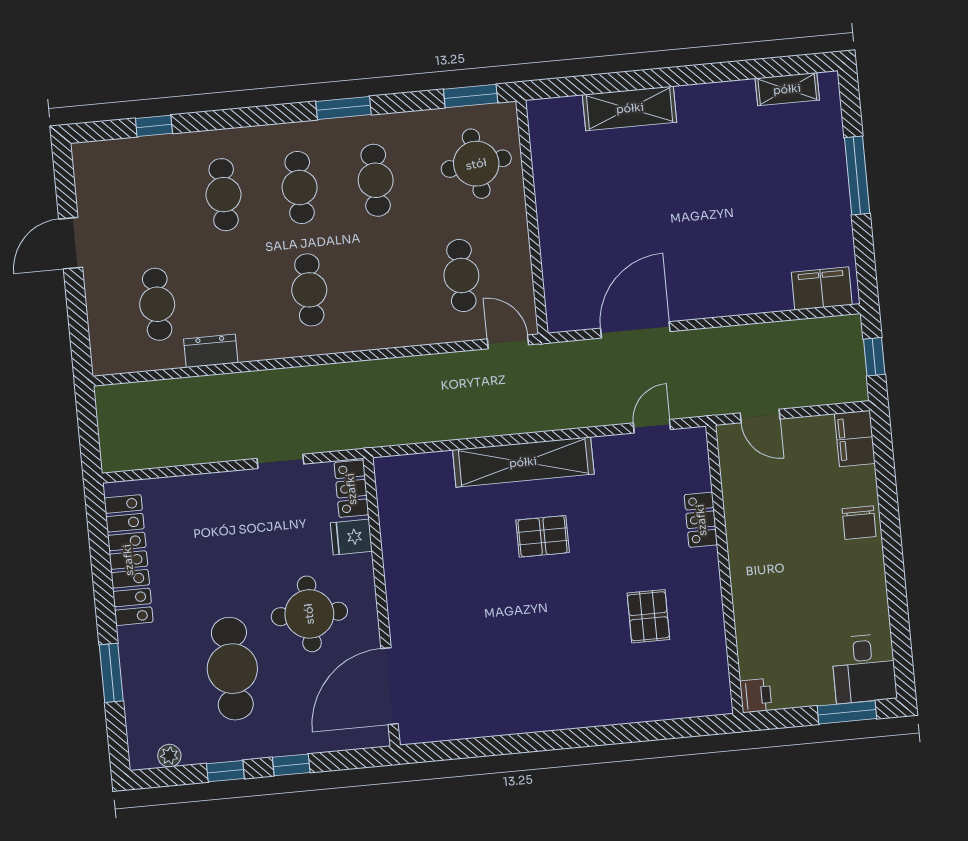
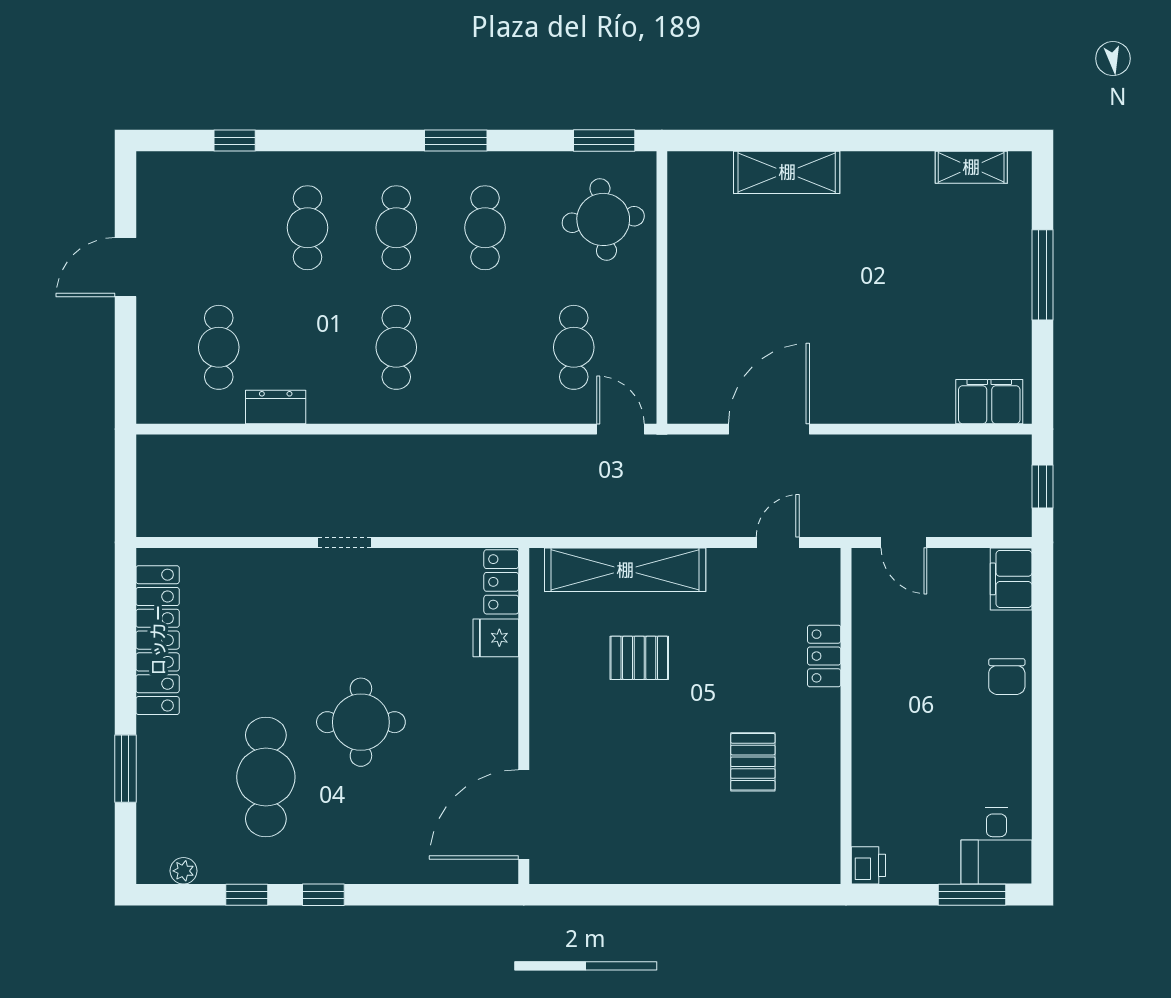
locker: (351, 489) -> (501, 582), moved
fridge: (351, 537) -> (496, 638), moved
wall: (382, 602) -> (524, 716), moved
door: (390, 686) -> (524, 814), moved

